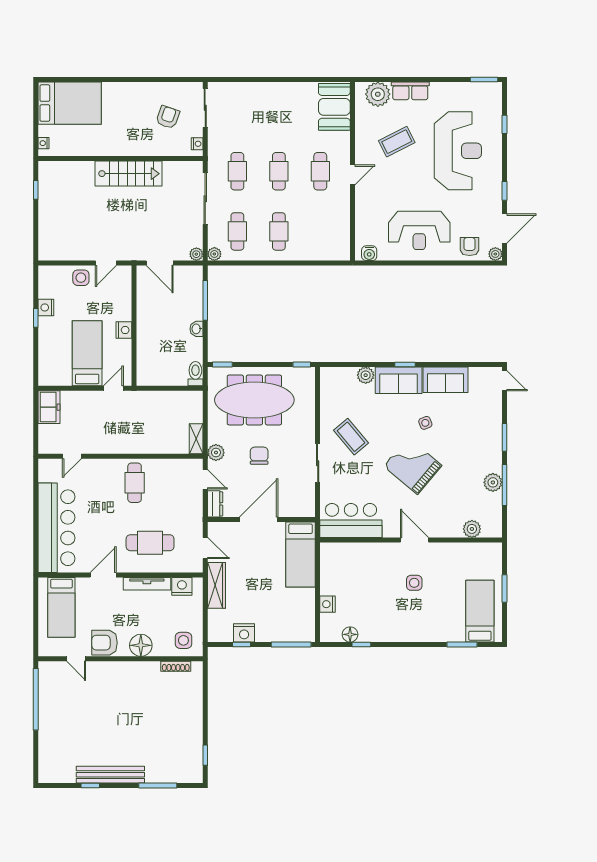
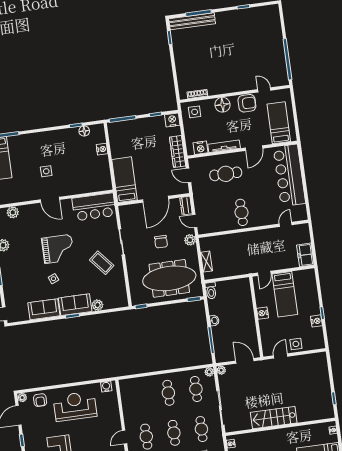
shelving: (196, 439) -> (207, 262), moved
grand piano: (413, 466) -> (58, 249), turned -40
nightstand: (244, 633) -> (172, 120), moved
bench: (110, 775) -> (192, 21), moved

